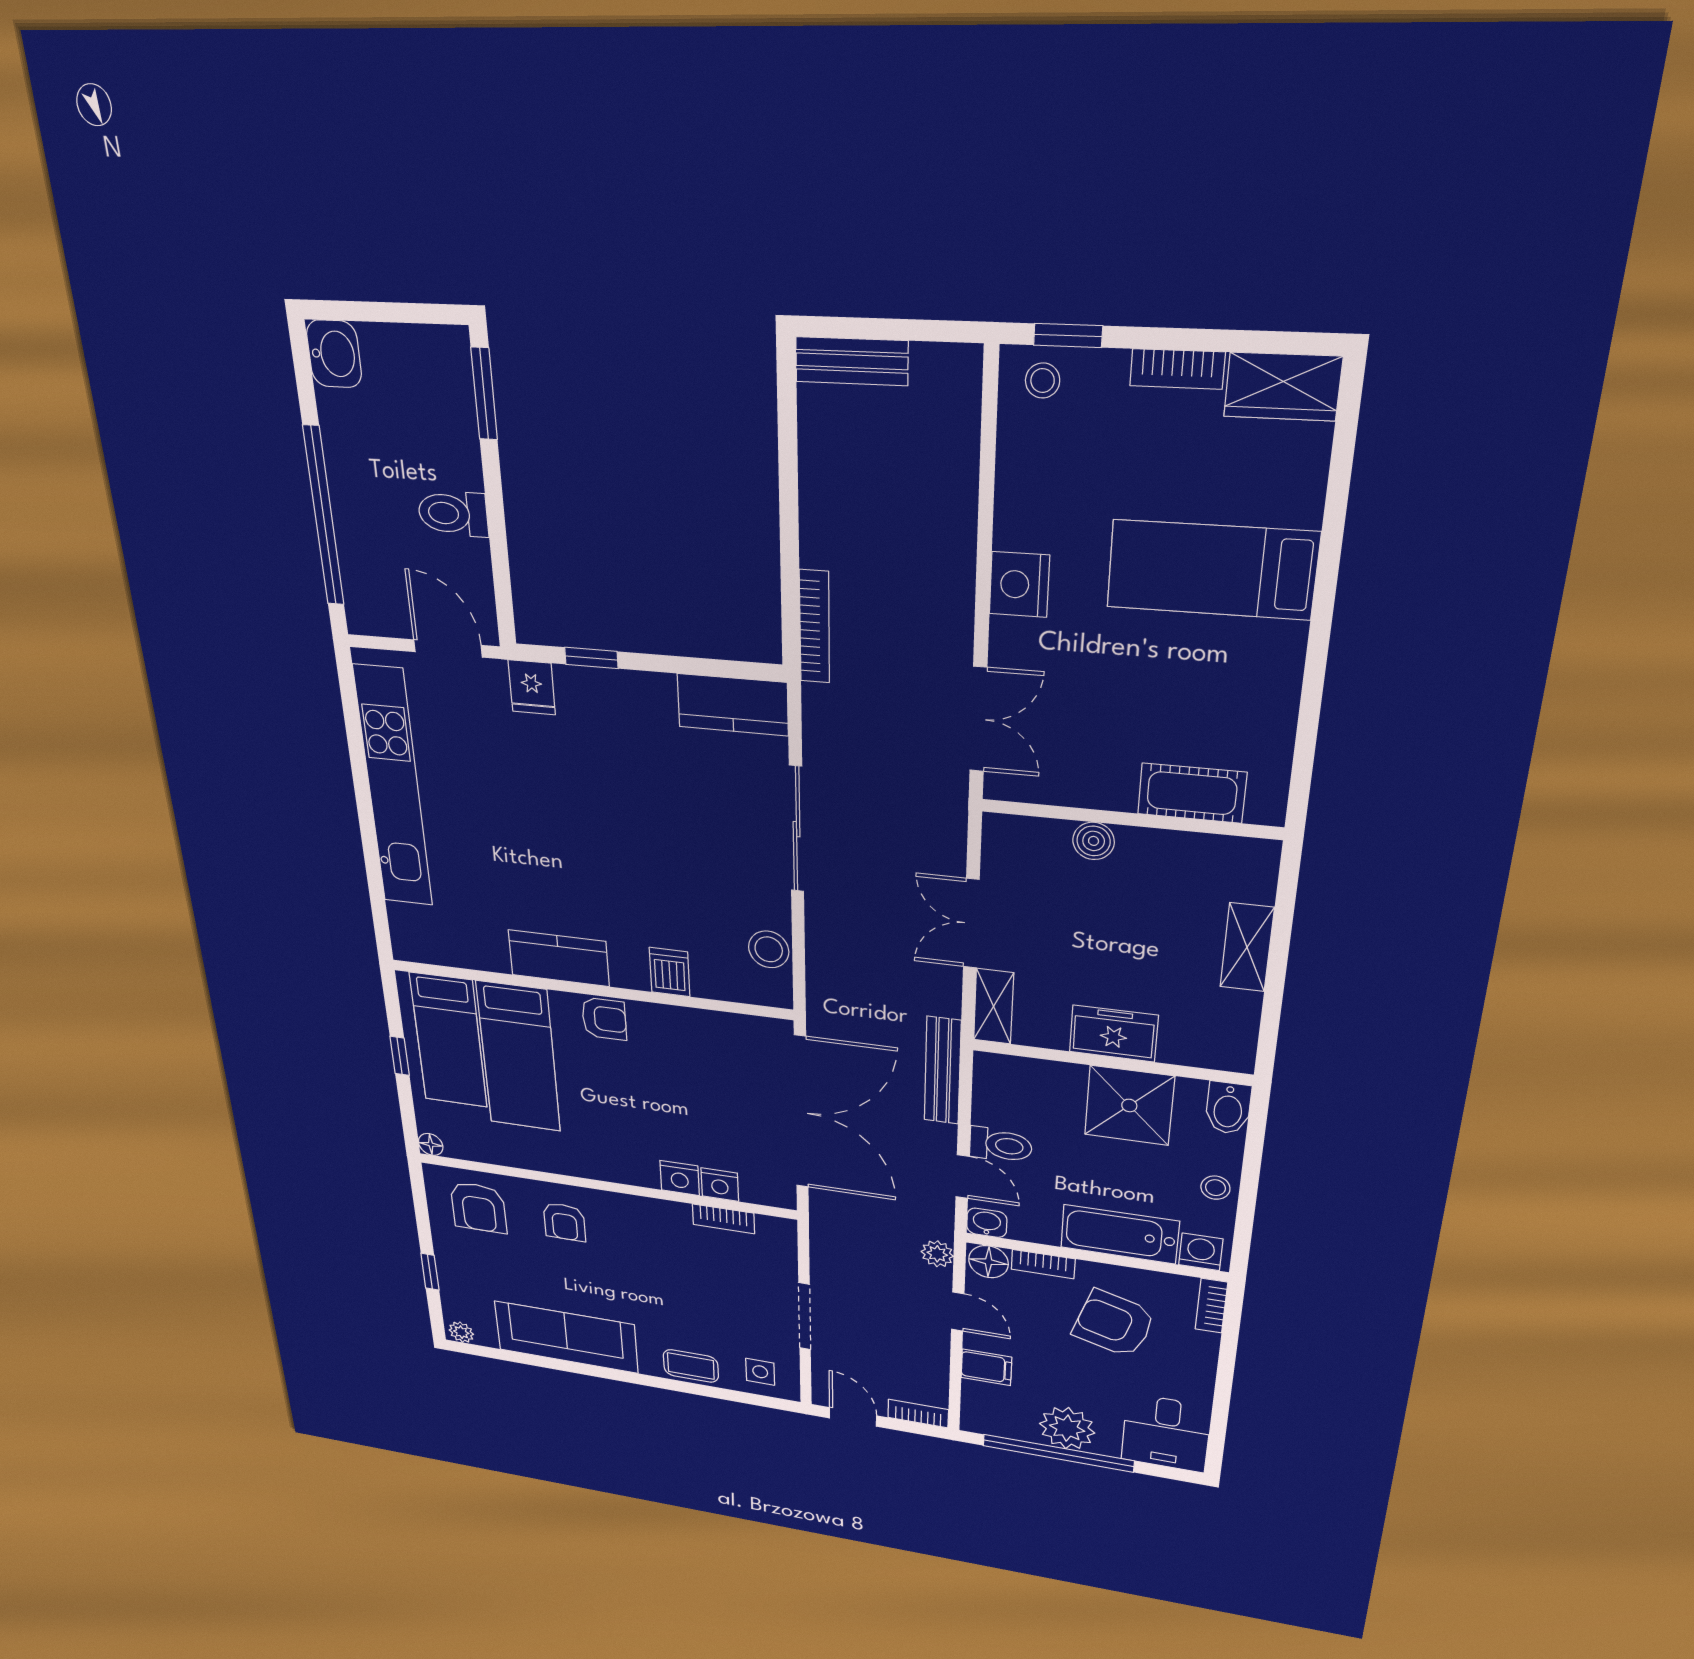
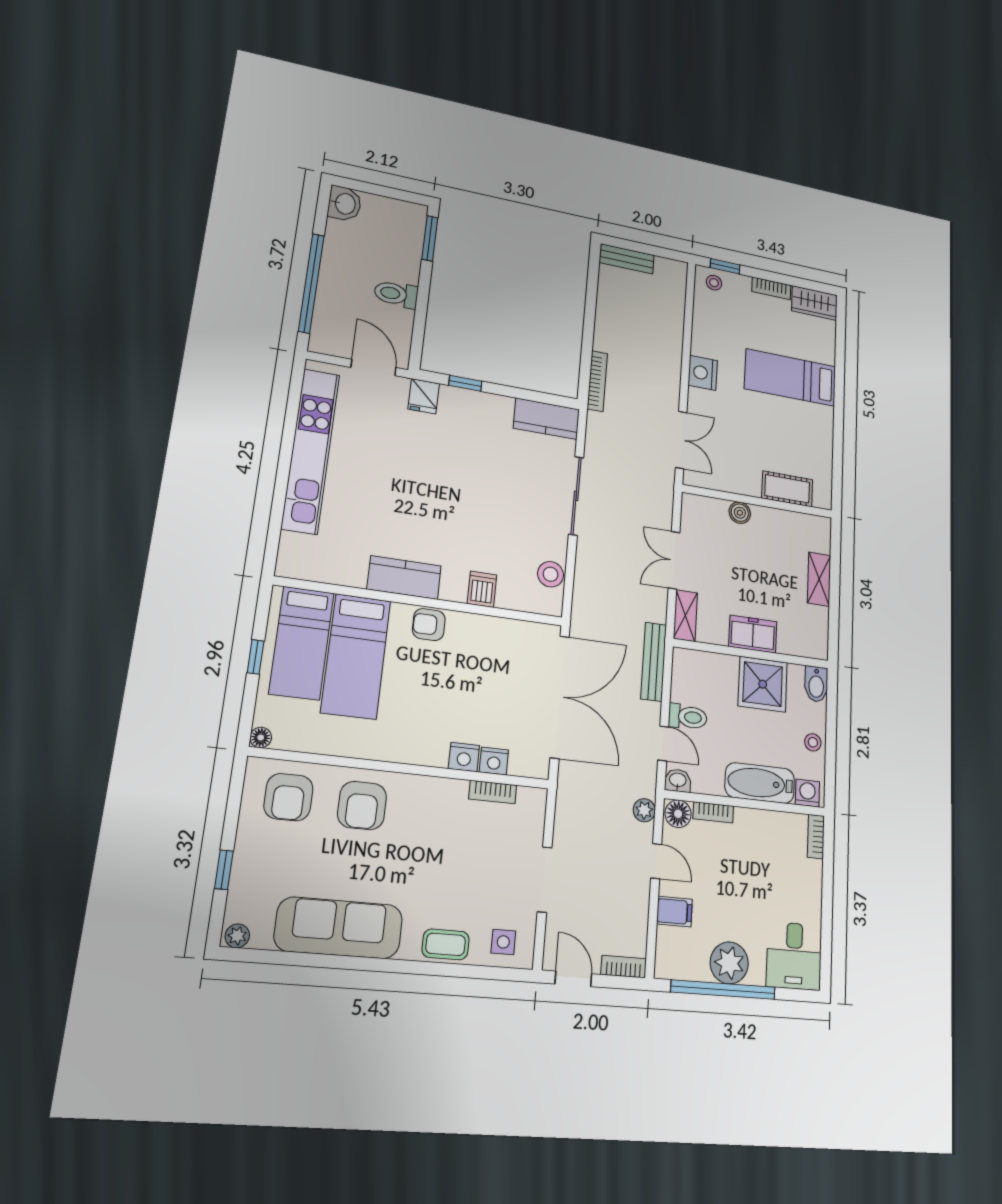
armchair: (604, 1019) -> (429, 625), turned 180
armchair: (564, 1222) -> (362, 806), width x1.38, depth x1.38
armchair: (1114, 1324) -> (758, 859), removed

